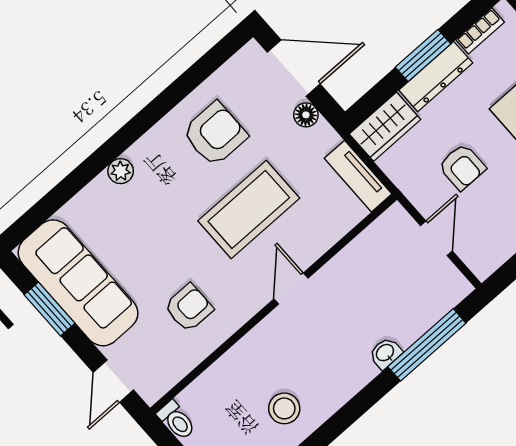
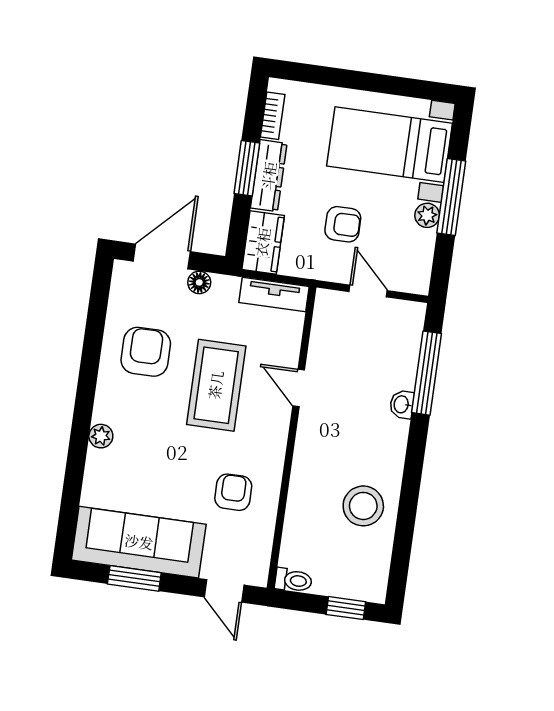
door: (291, 288) -> (299, 388), moved
stool: (284, 408) -> (363, 506), width x1.38, depth x1.38

